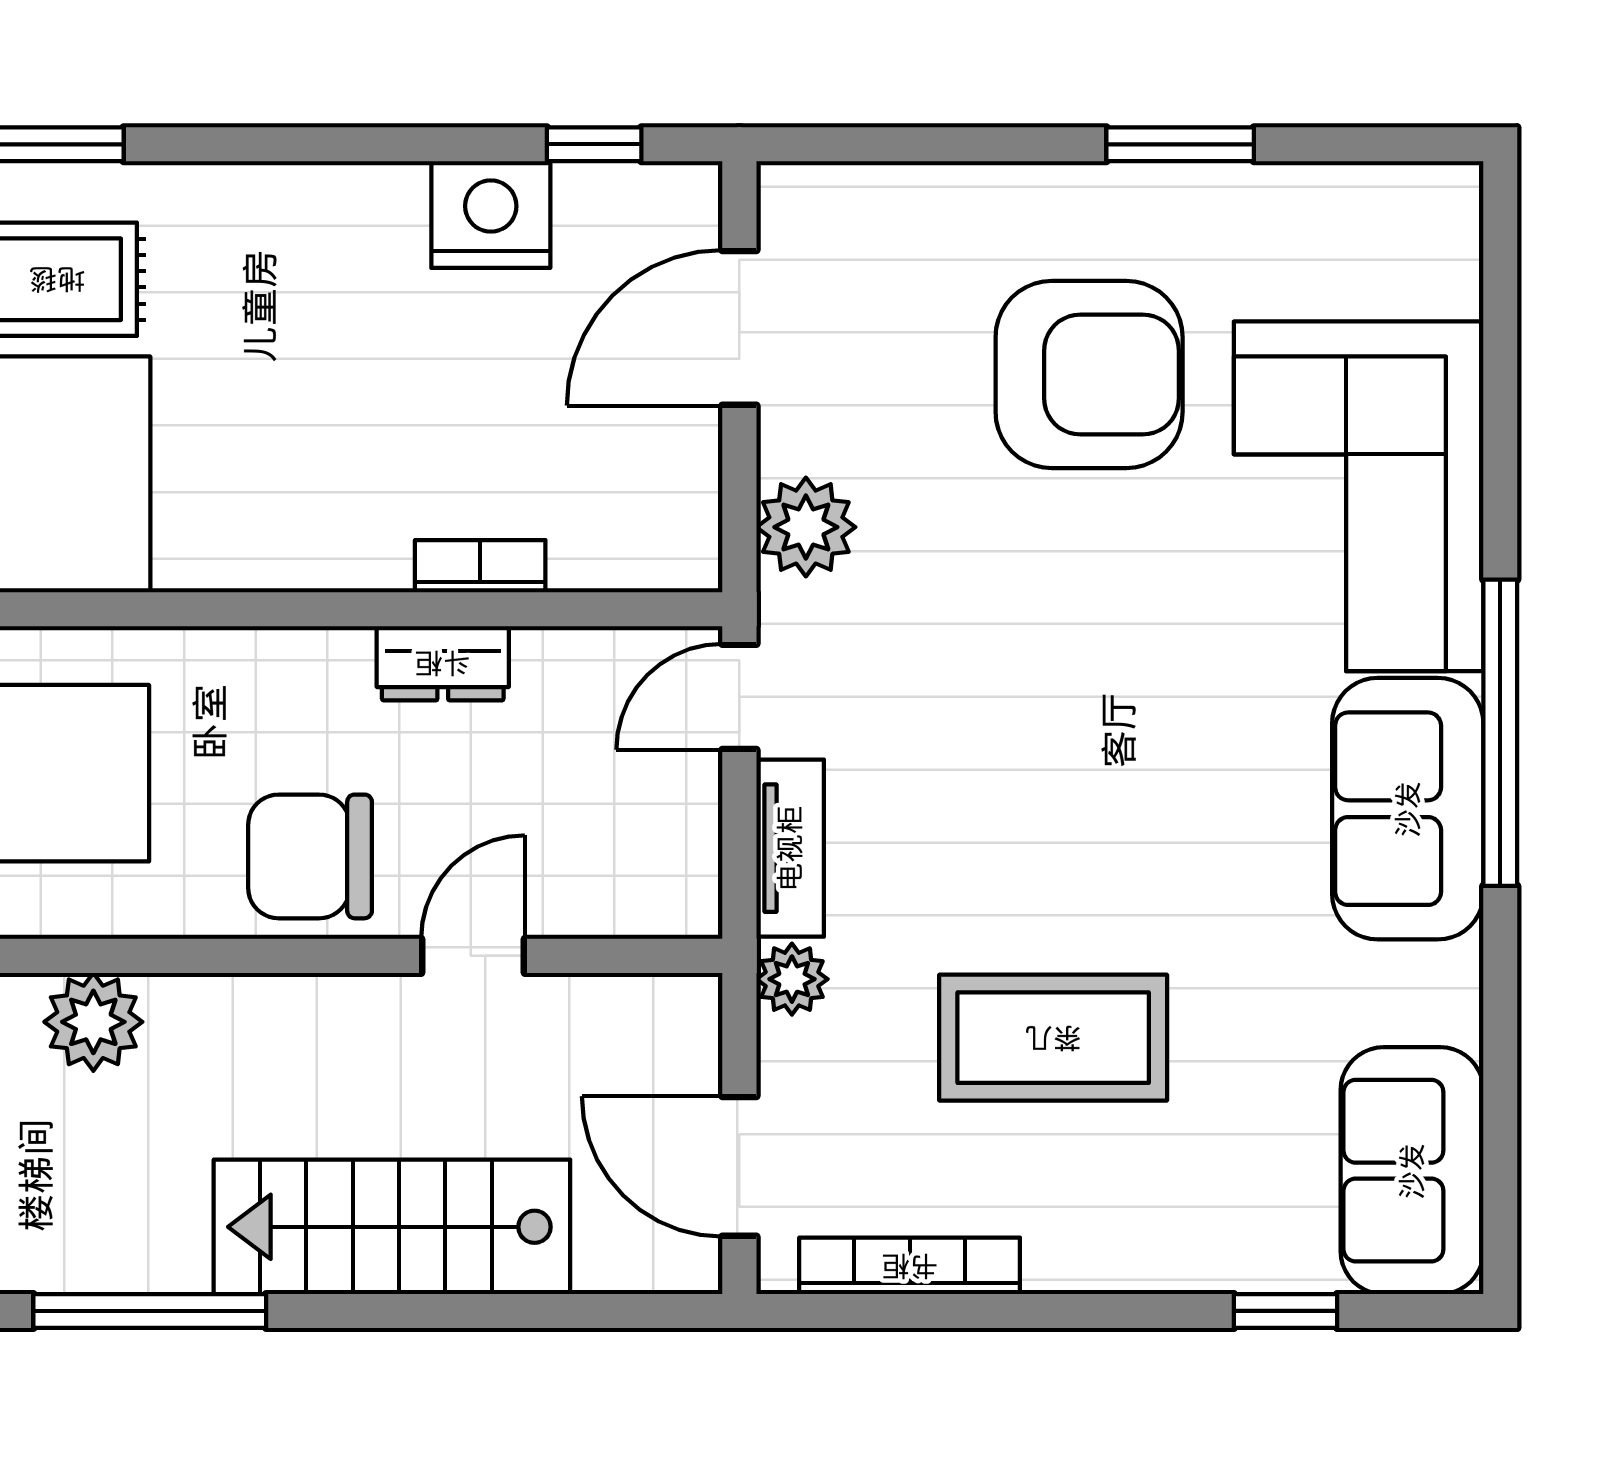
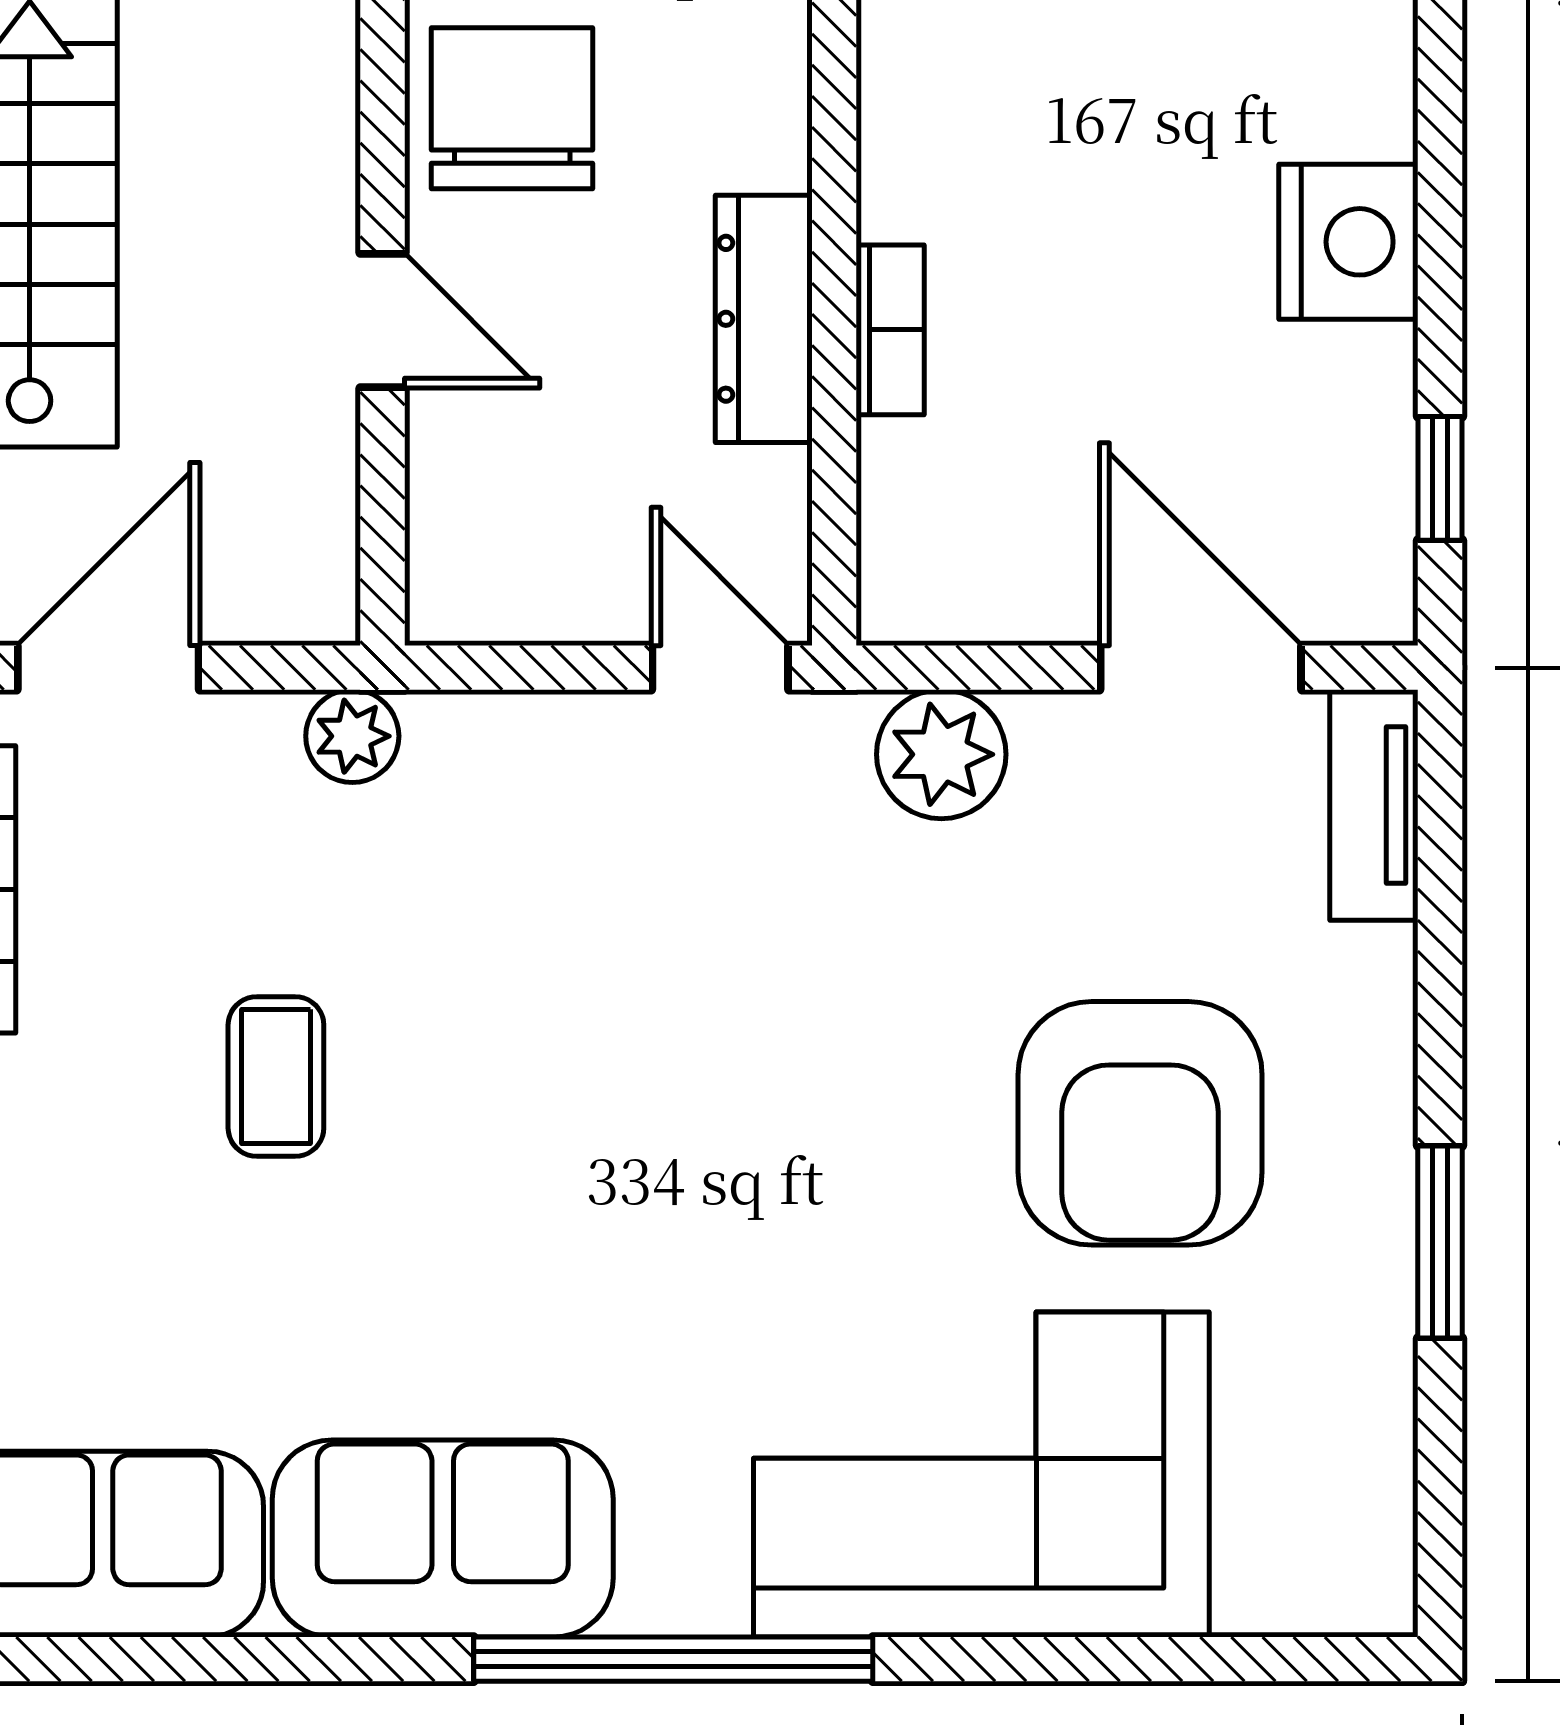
nightstand: (491, 215) -> (1348, 242), moved
dresser: (443, 663) -> (764, 319), width x1.44
sofa: (1408, 809) -> (443, 1538), moved
tv unit: (790, 848) -> (1374, 805), moved, turned 90
coffee table: (1053, 1038) -> (276, 1076), width x0.54, depth x0.58

